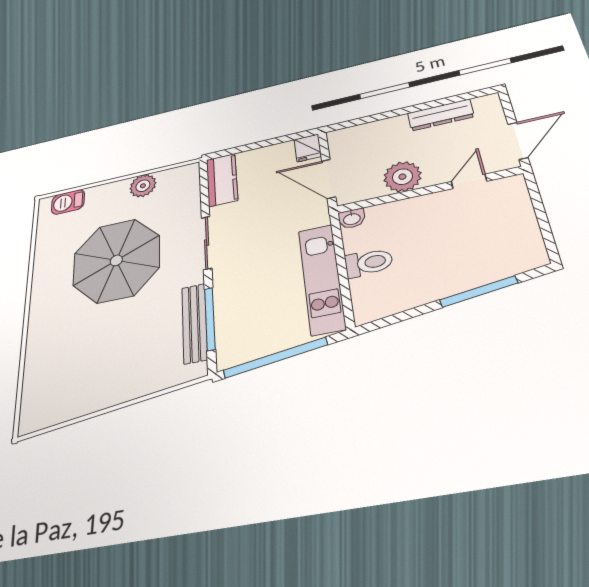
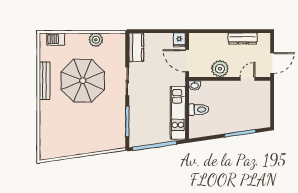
bench: (194, 323) -> (45, 81), moved

